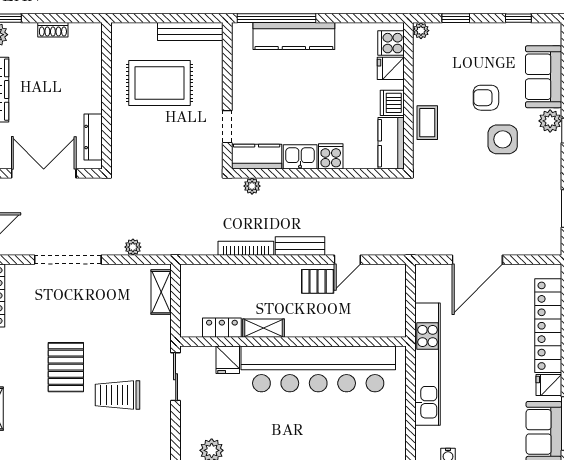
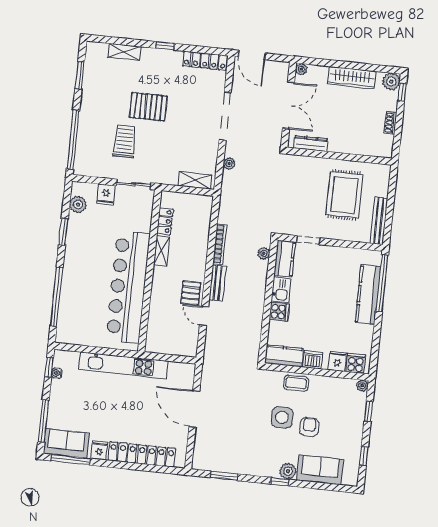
side table: (503, 139) -> (282, 417), moved
fridge: (228, 360) -> (106, 195), moved, turned -90

